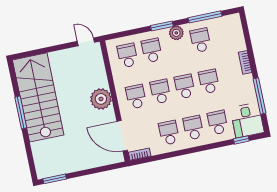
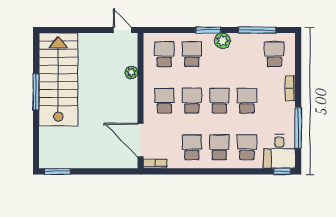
school desk: (200, 40) -> (274, 54), moved
plant: (101, 99) -> (131, 72), moved, width x0.53, depth x0.53
window: (241, 140) -> (282, 171), moved

